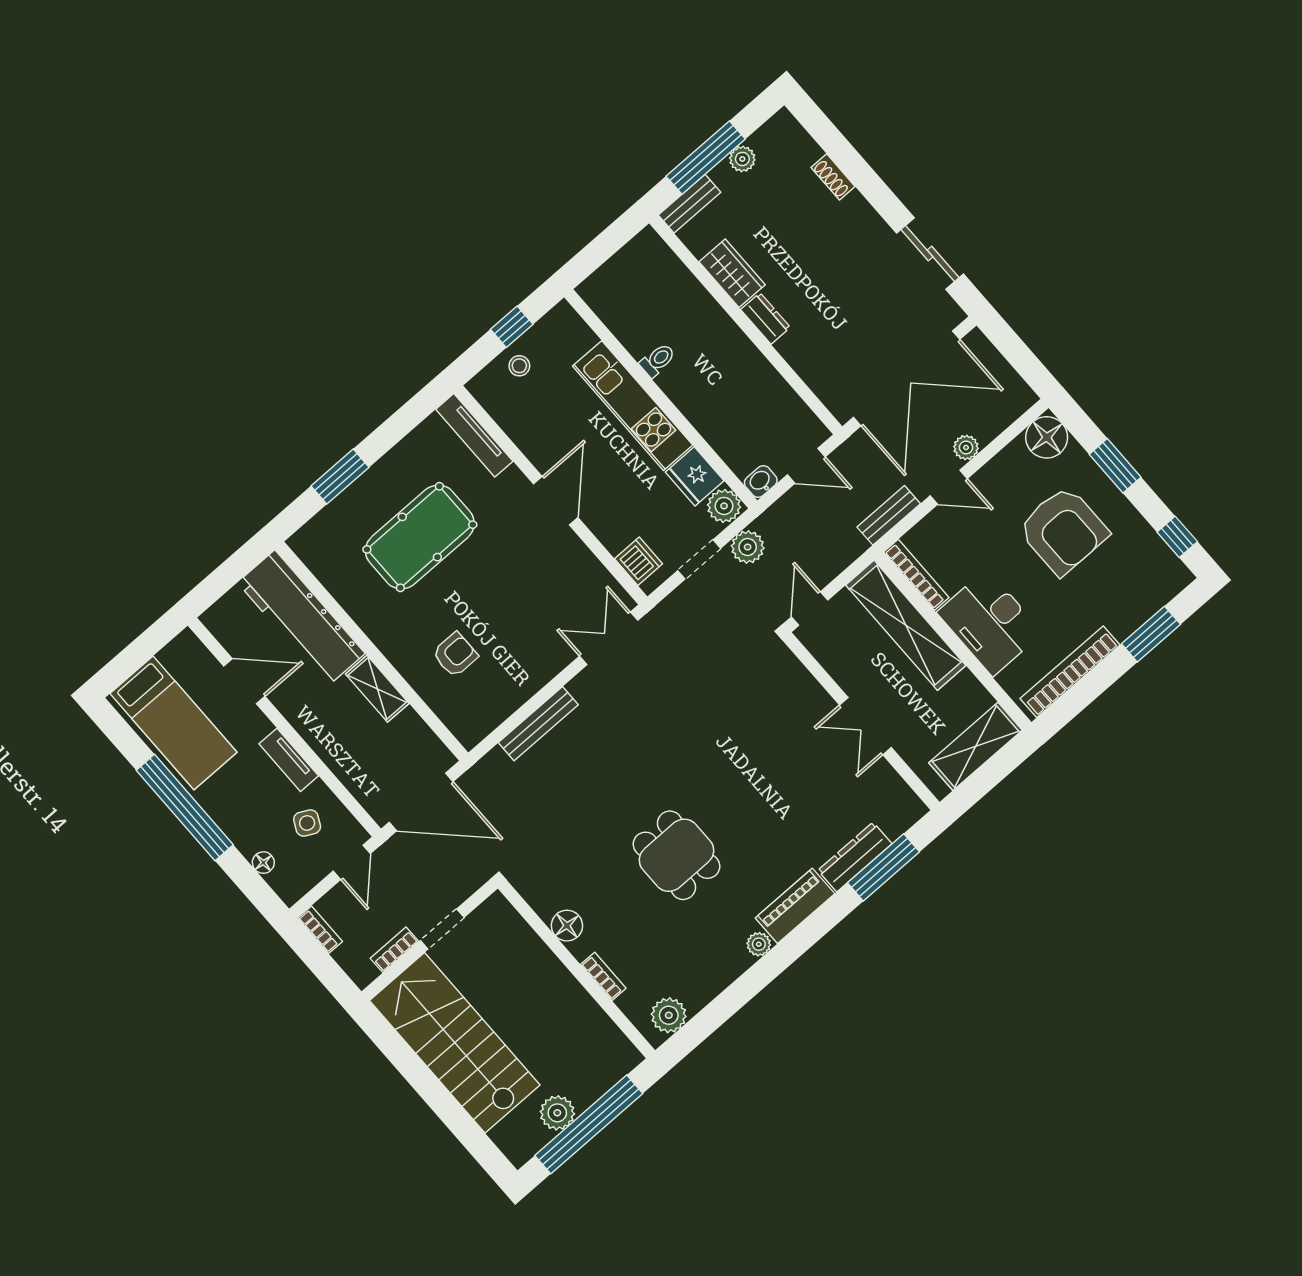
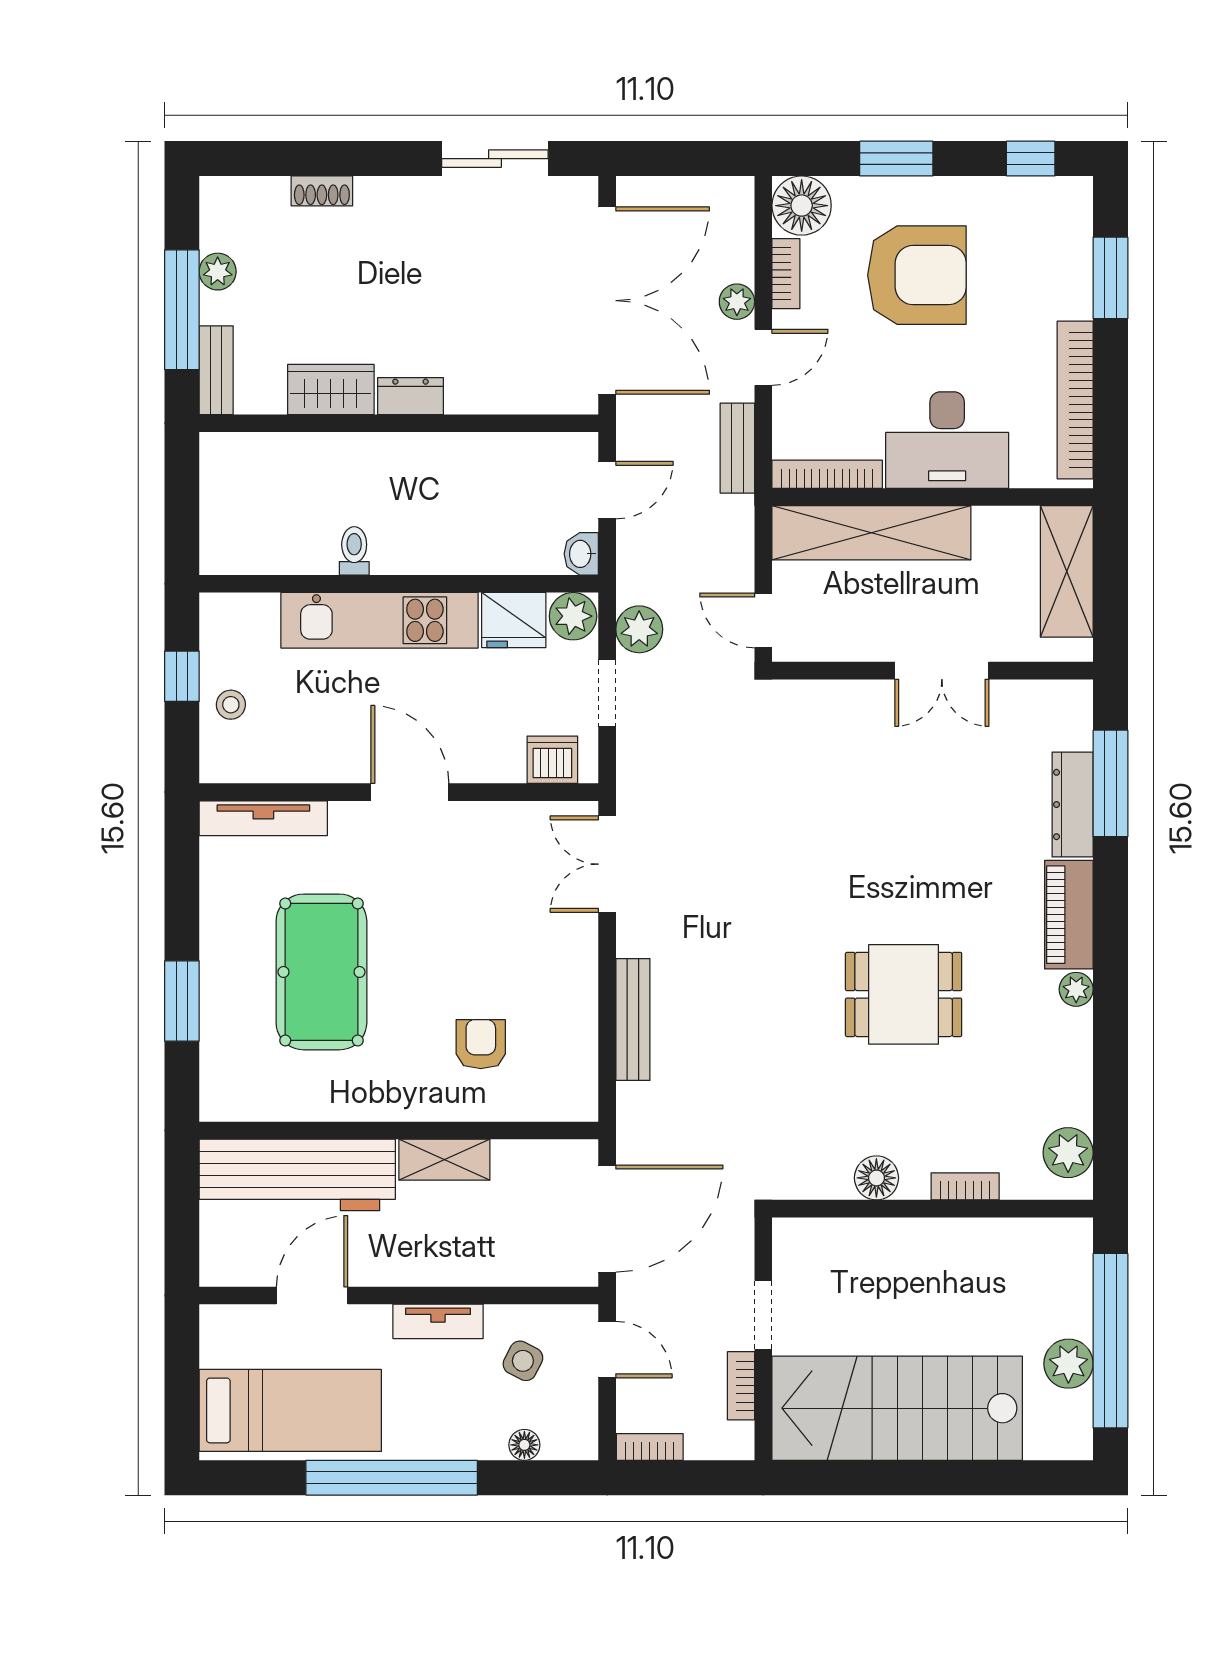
bookcase: (1003, 460) -> (786, 274), added

